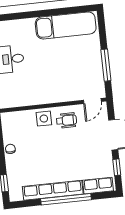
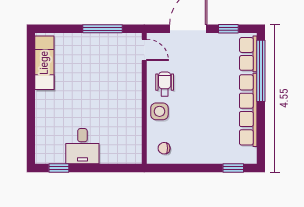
exam couch: (66, 25) -> (44, 63), width x0.73, depth x0.69
chair: (10, 149) -> (164, 148), moved
window: (66, 199) -> (261, 71), moved

